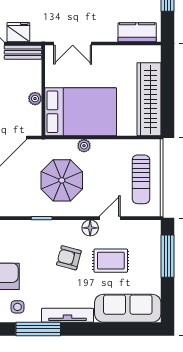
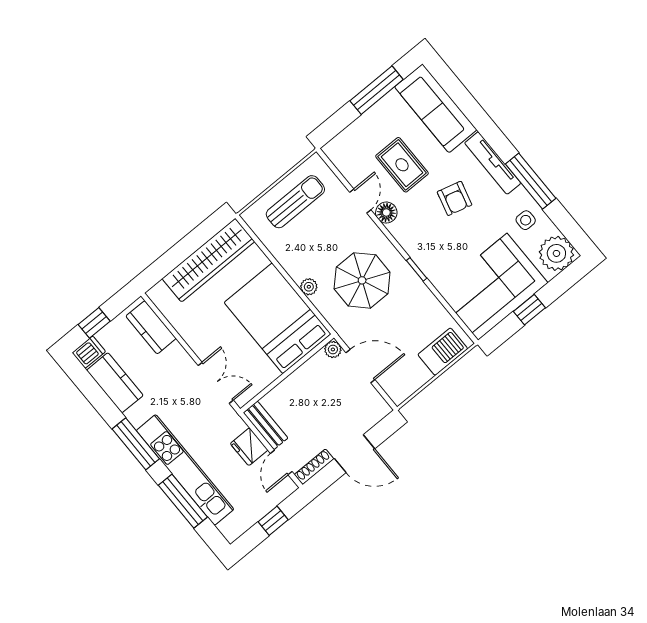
plant: (35, 99) -> (333, 349), moved
door: (110, 218) -> (360, 201), swing flipped
window: (168, 256) -> (377, 90), moved
armchair: (69, 258) -> (454, 198), moved

